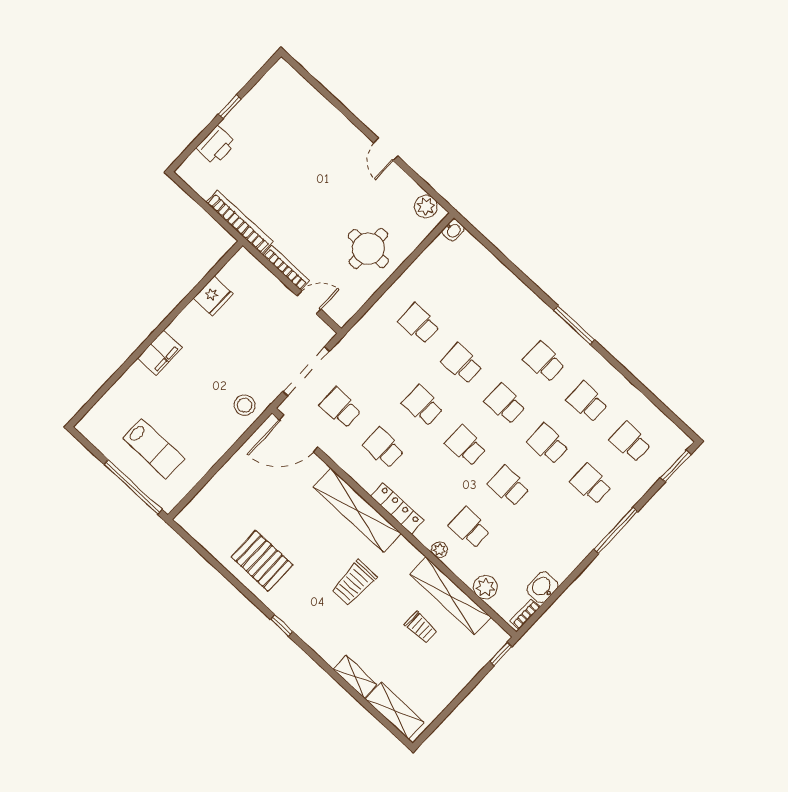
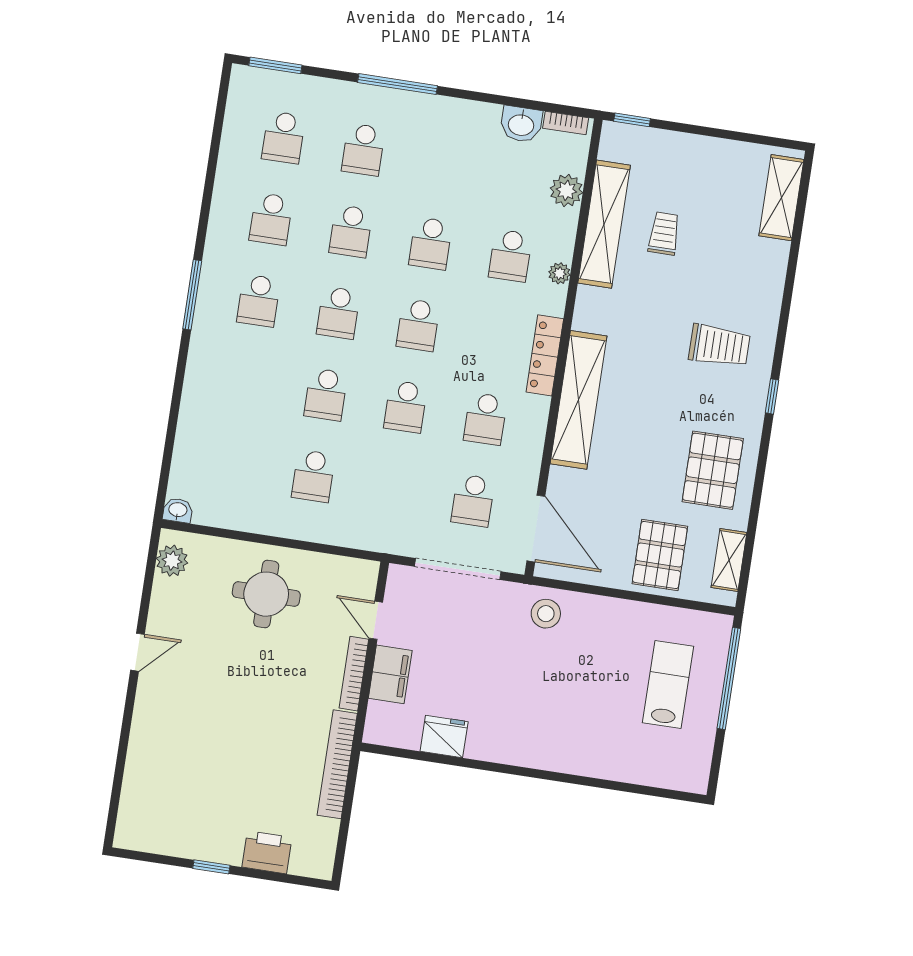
filing cabinet: (160, 353) -> (390, 674), moved, turned 90
pallet: (233, 496) -> (660, 555), added
trolley: (354, 583) -> (719, 346), moved
shelving: (355, 677) -> (729, 560), moved

